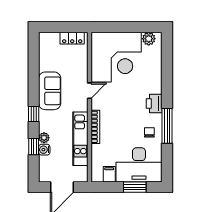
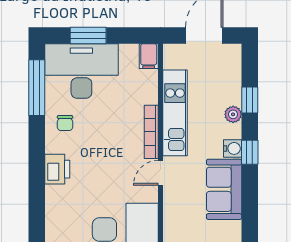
door: (89, 91) -> (160, 173), moved
window: (167, 126) -> (37, 88), moved
water cooler: (44, 150) -> (233, 148), moved
filing cabinet: (109, 174) -> (149, 56), moved

